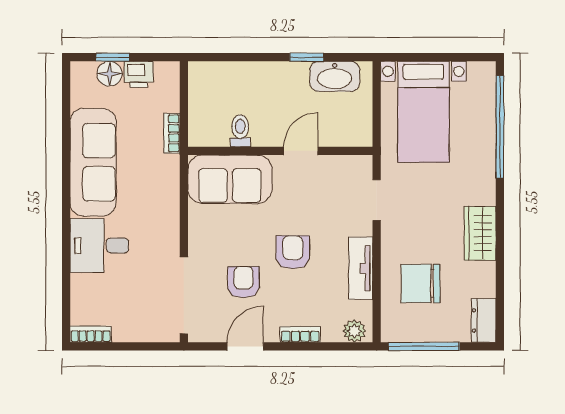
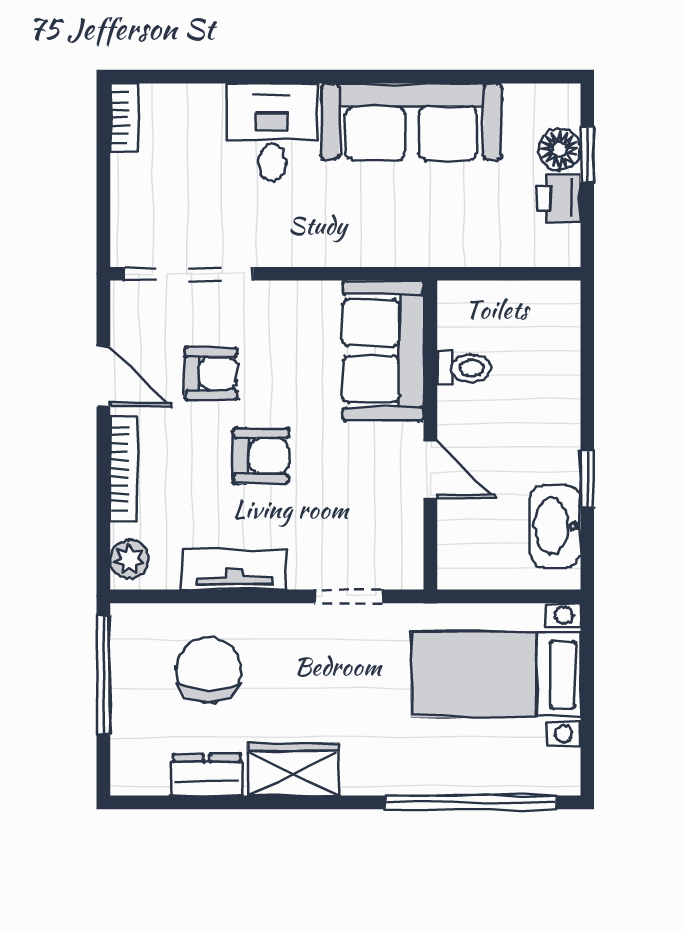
bookcase: (172, 133) -> (460, 254), removed
dresser: (484, 320) -> (207, 775), moved
bookcase: (300, 334) -> (124, 468), width x1.56

